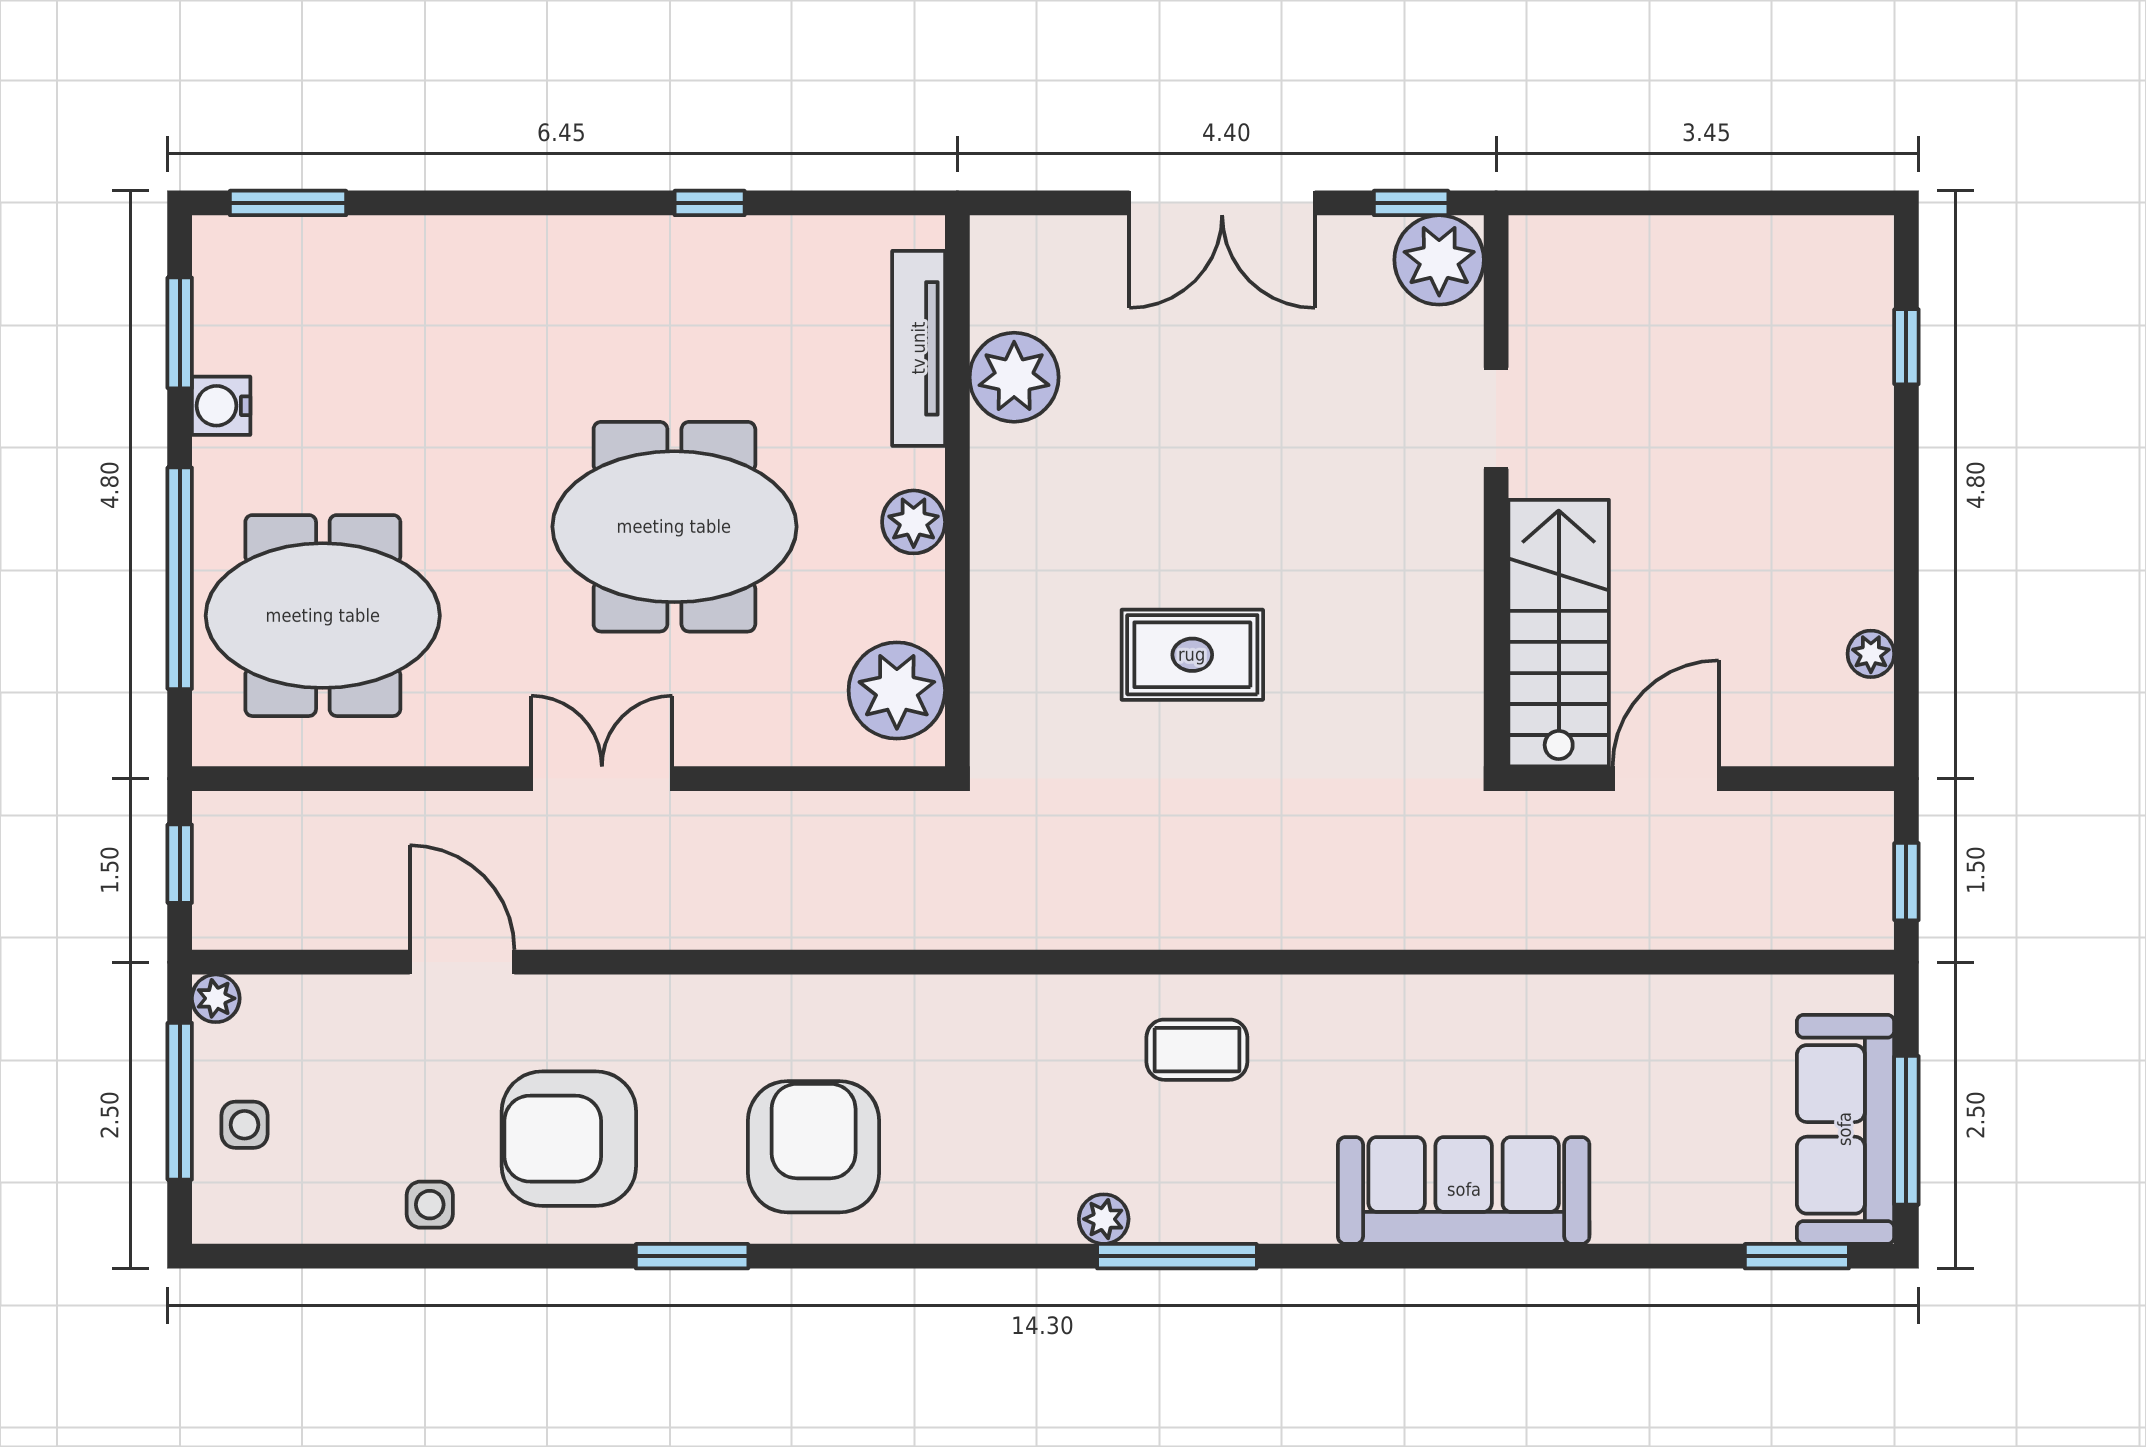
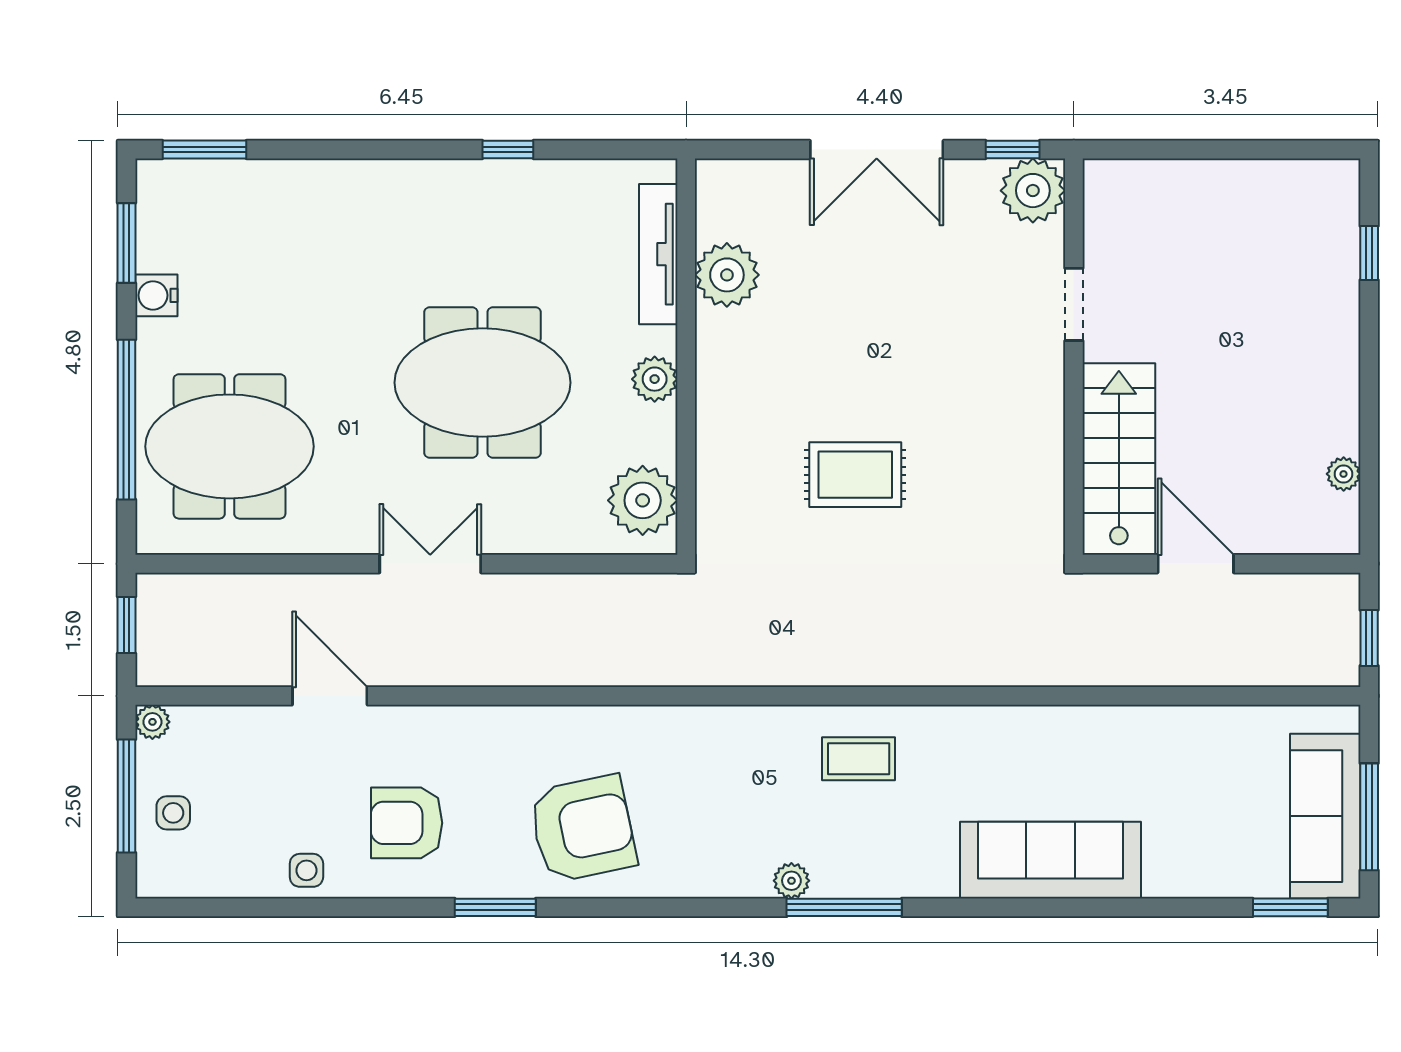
door: (1666, 779) -> (1196, 564), hinge flipped
armchair: (569, 1139) -> (407, 823), width x0.73, depth x0.73
armchair: (814, 1147) -> (583, 829), turned 78

